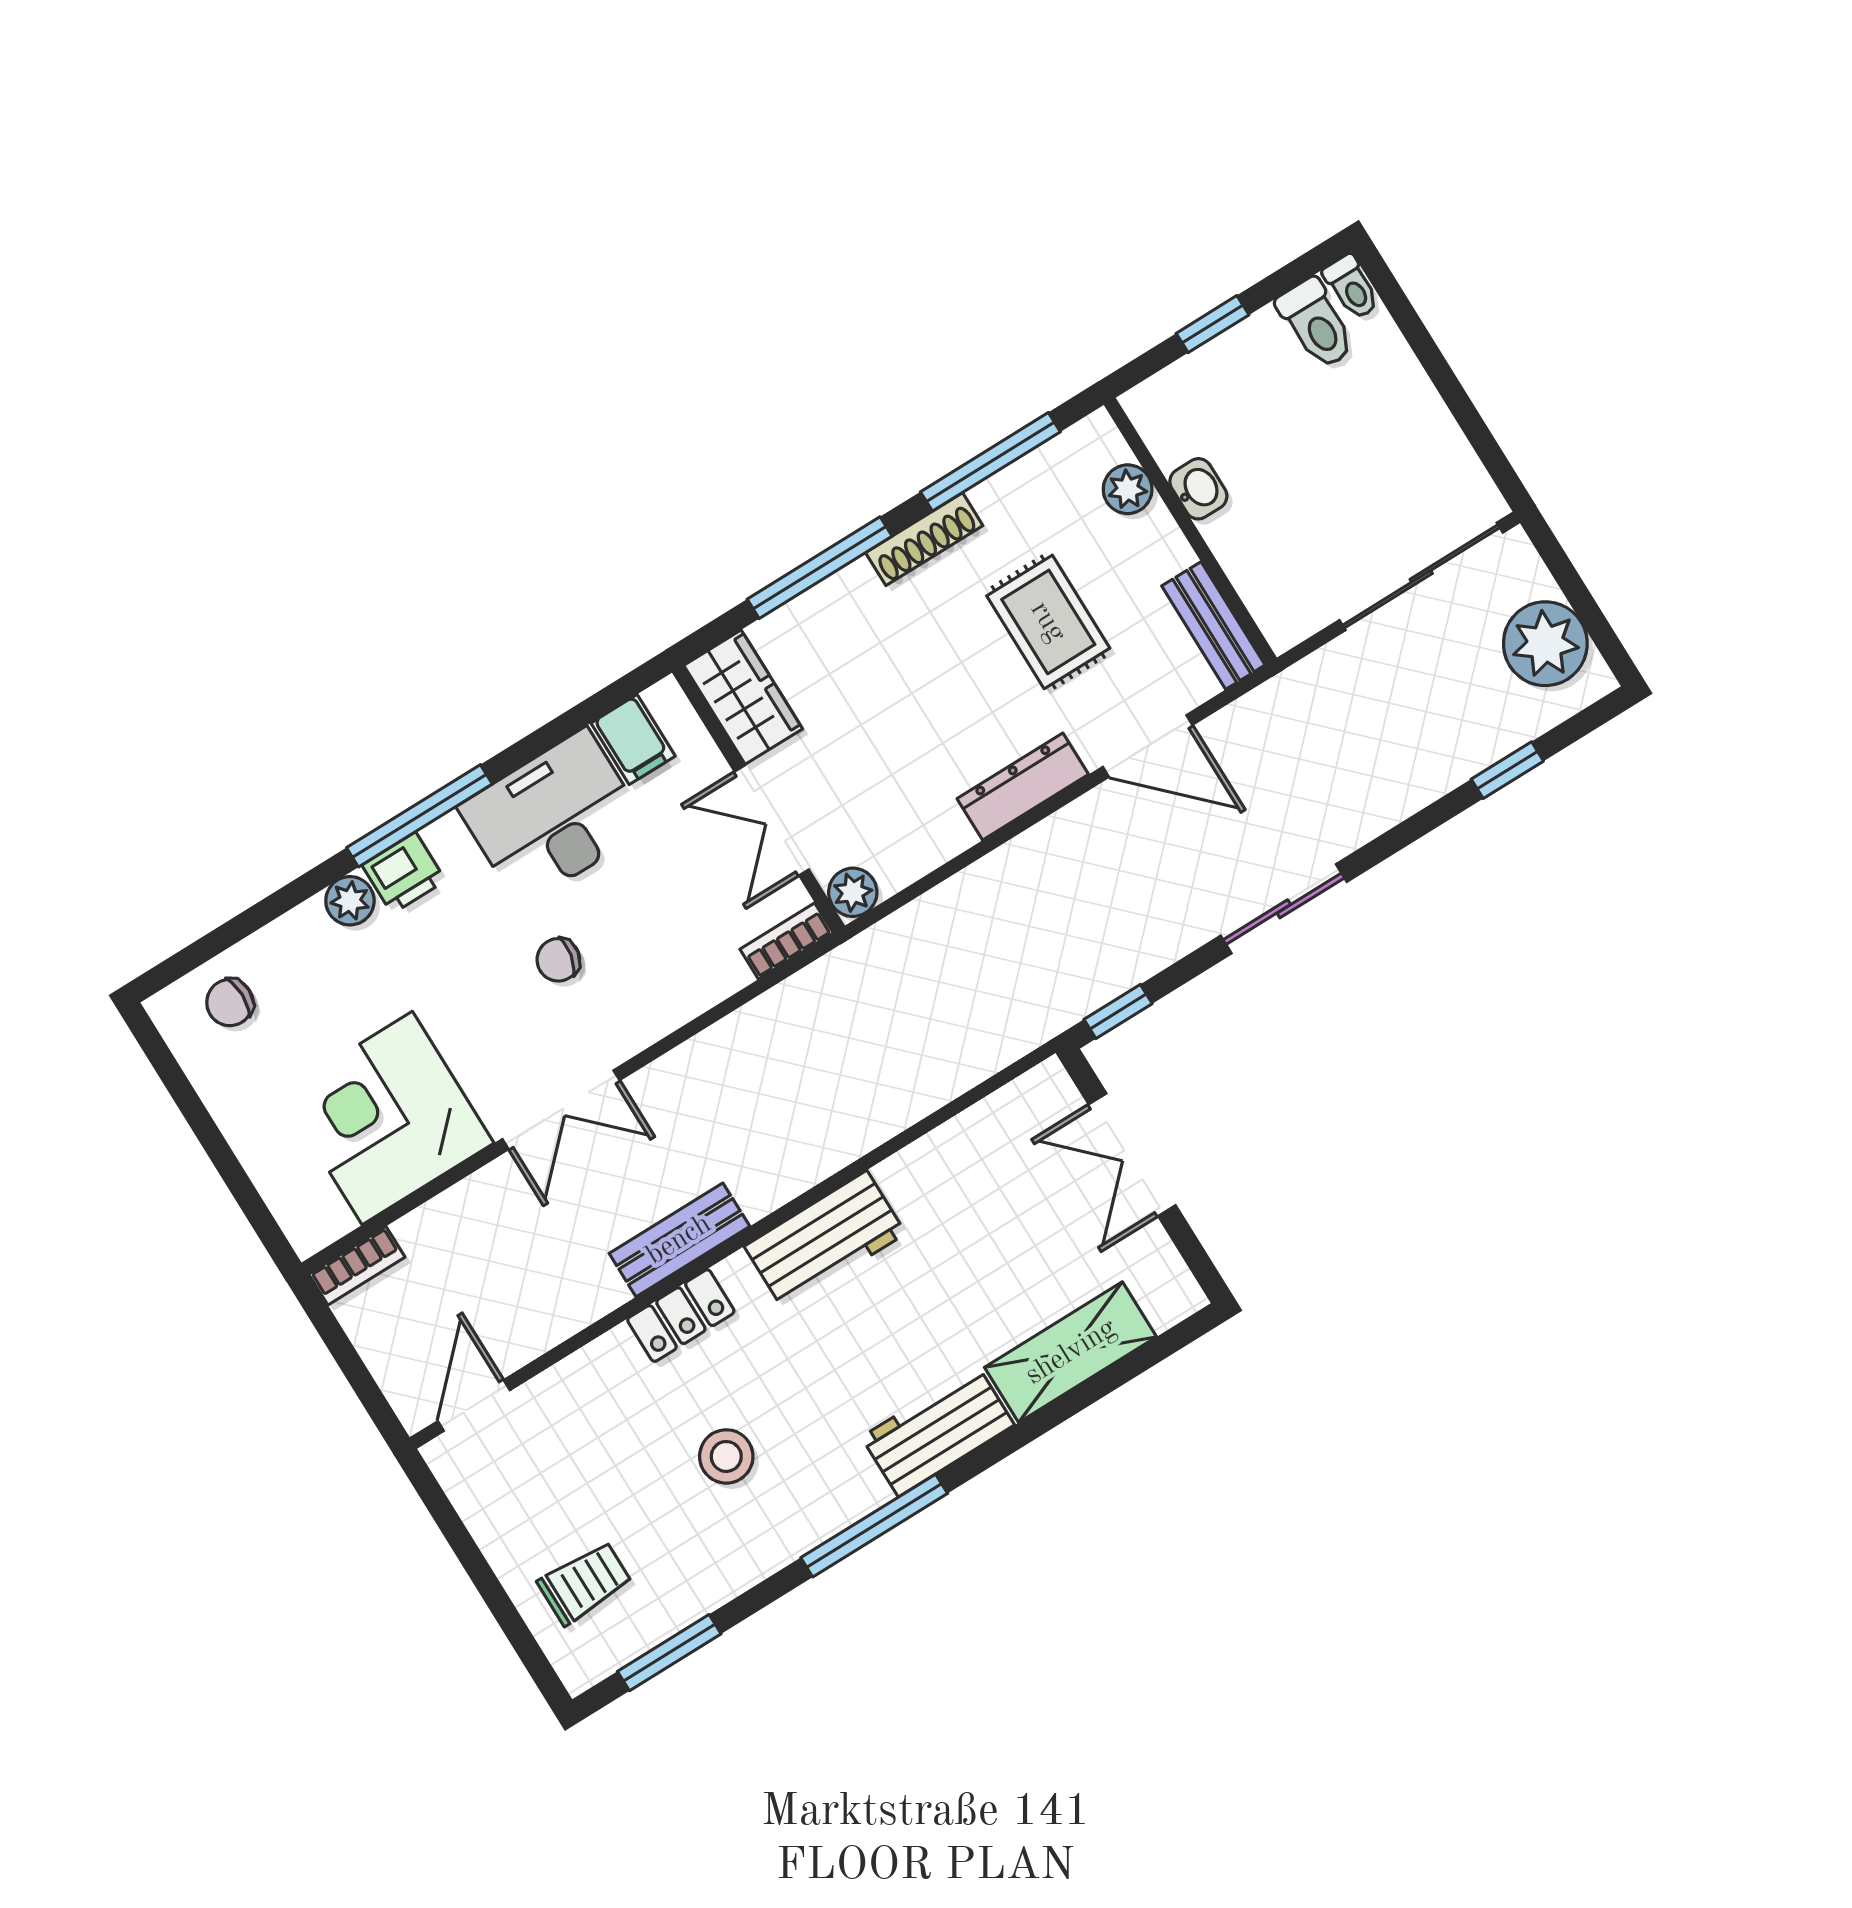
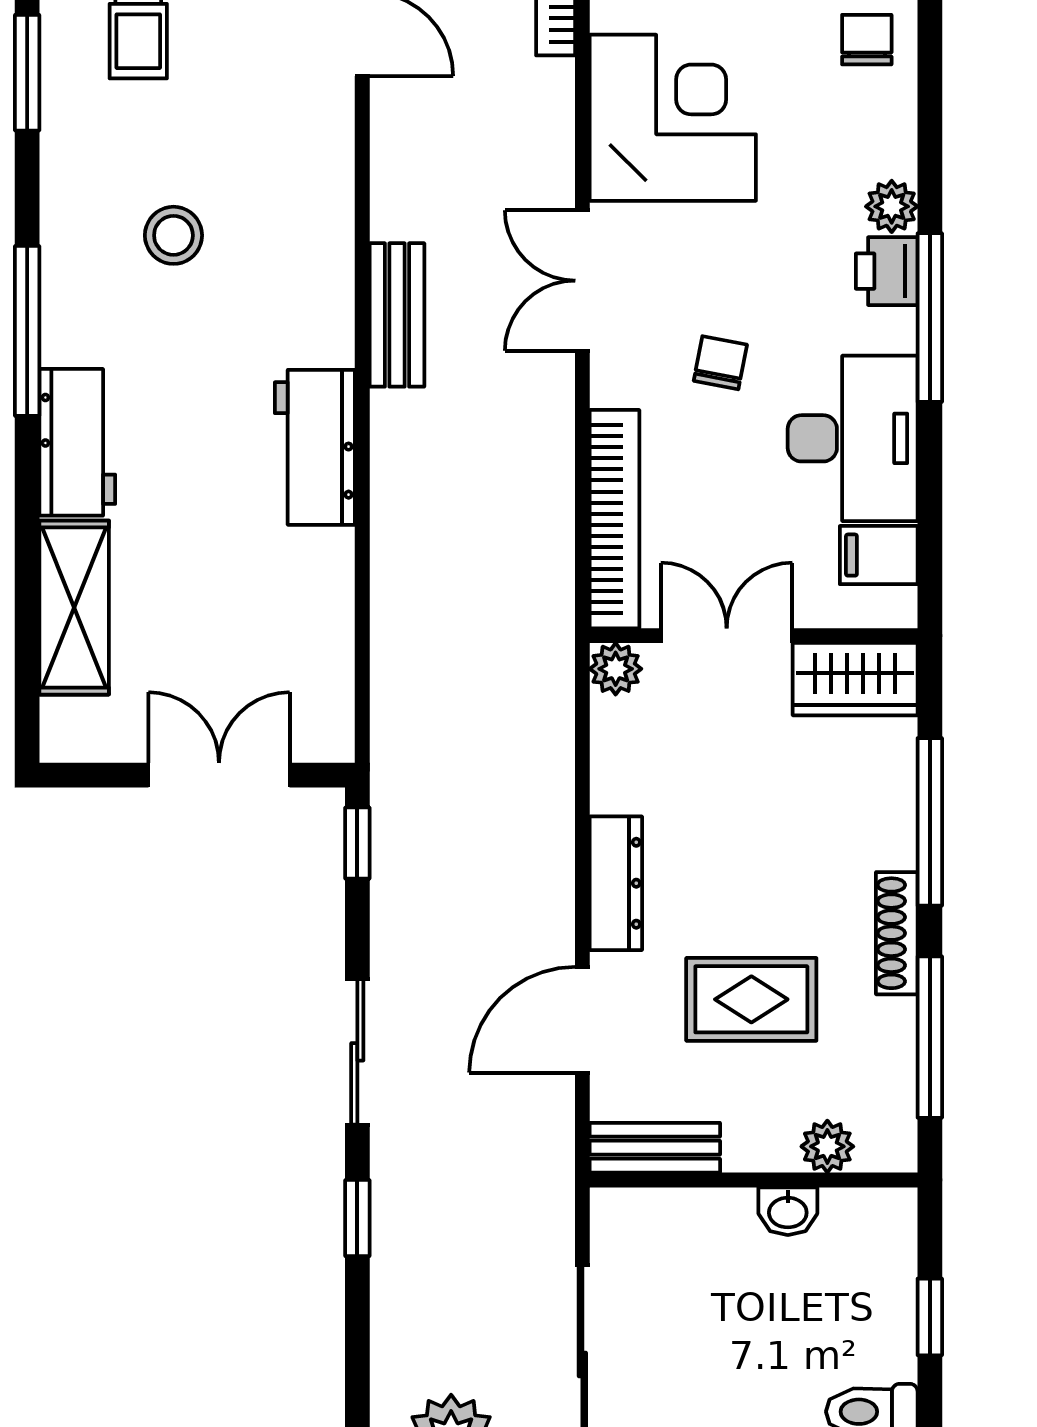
window: (1507, 770) -> (357, 1218), moved
bookcase: (787, 941) -> (615, 519), width x2.31, depth x1.31
locker: (681, 1316) -> (327, 273), removed

